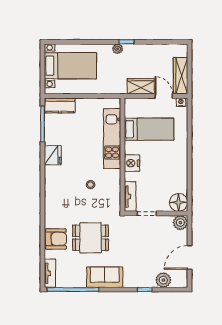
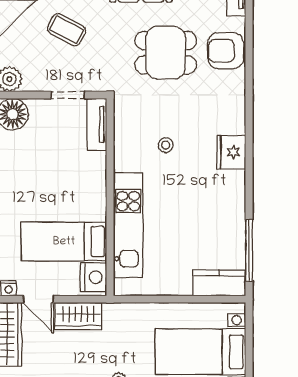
fridge: (53, 155) -> (231, 152), moved
nightstand: (132, 163) -> (94, 277), moved
coffee table: (148, 251) -> (66, 30), added

